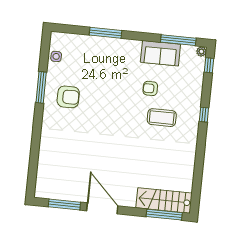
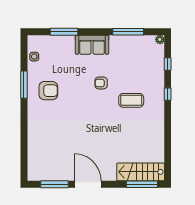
window: (106, 33) -> (64, 32), moved
window: (178, 40) -> (128, 32), moved
sofa: (160, 53) -> (92, 45), moved
window: (209, 65) -> (168, 64), moved
armchair: (150, 88) -> (101, 83), moved

